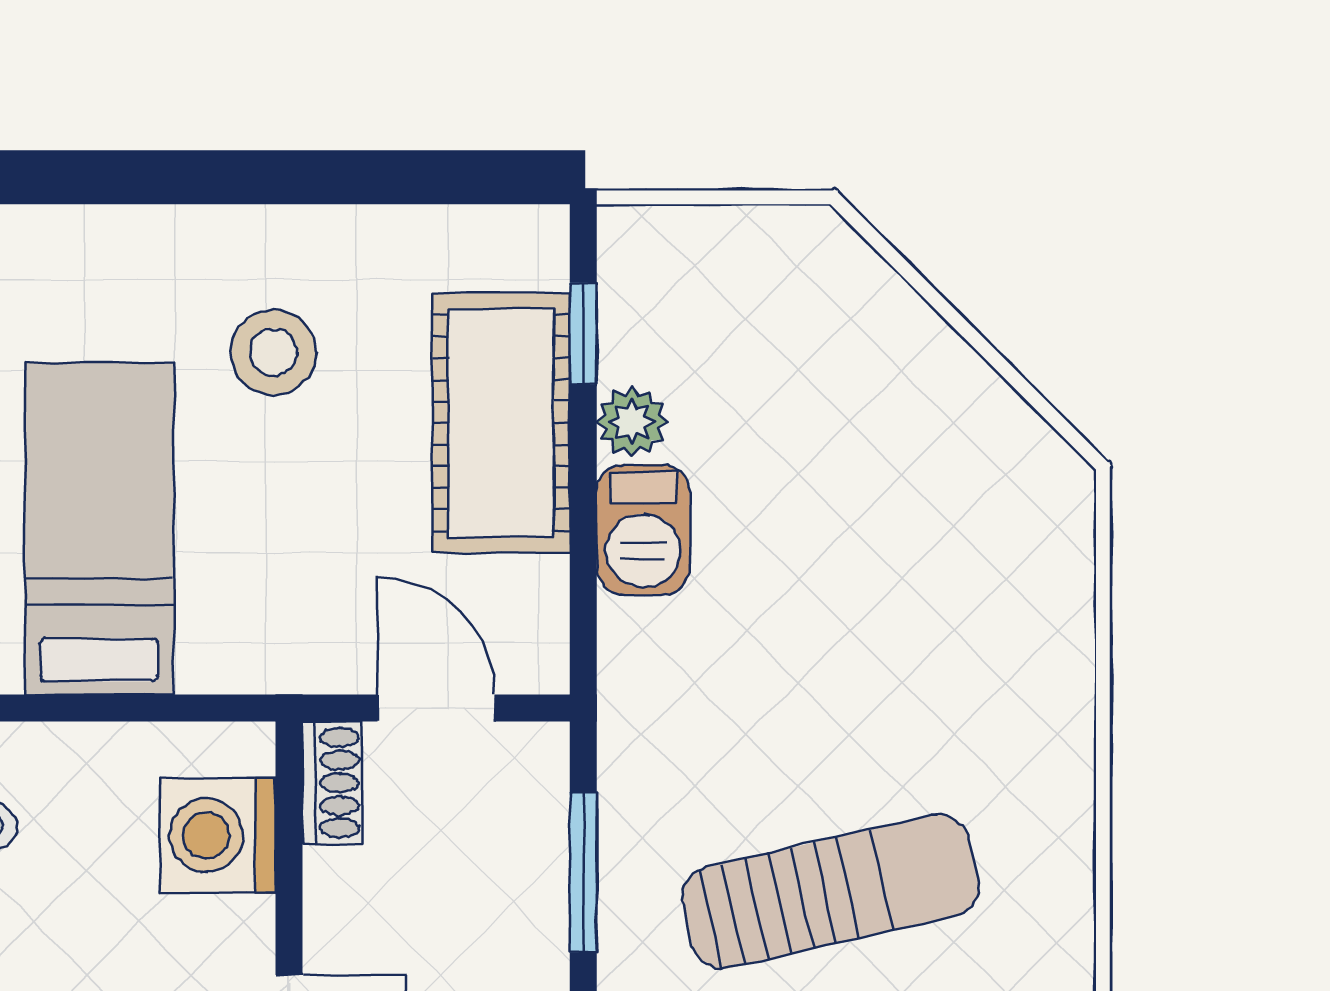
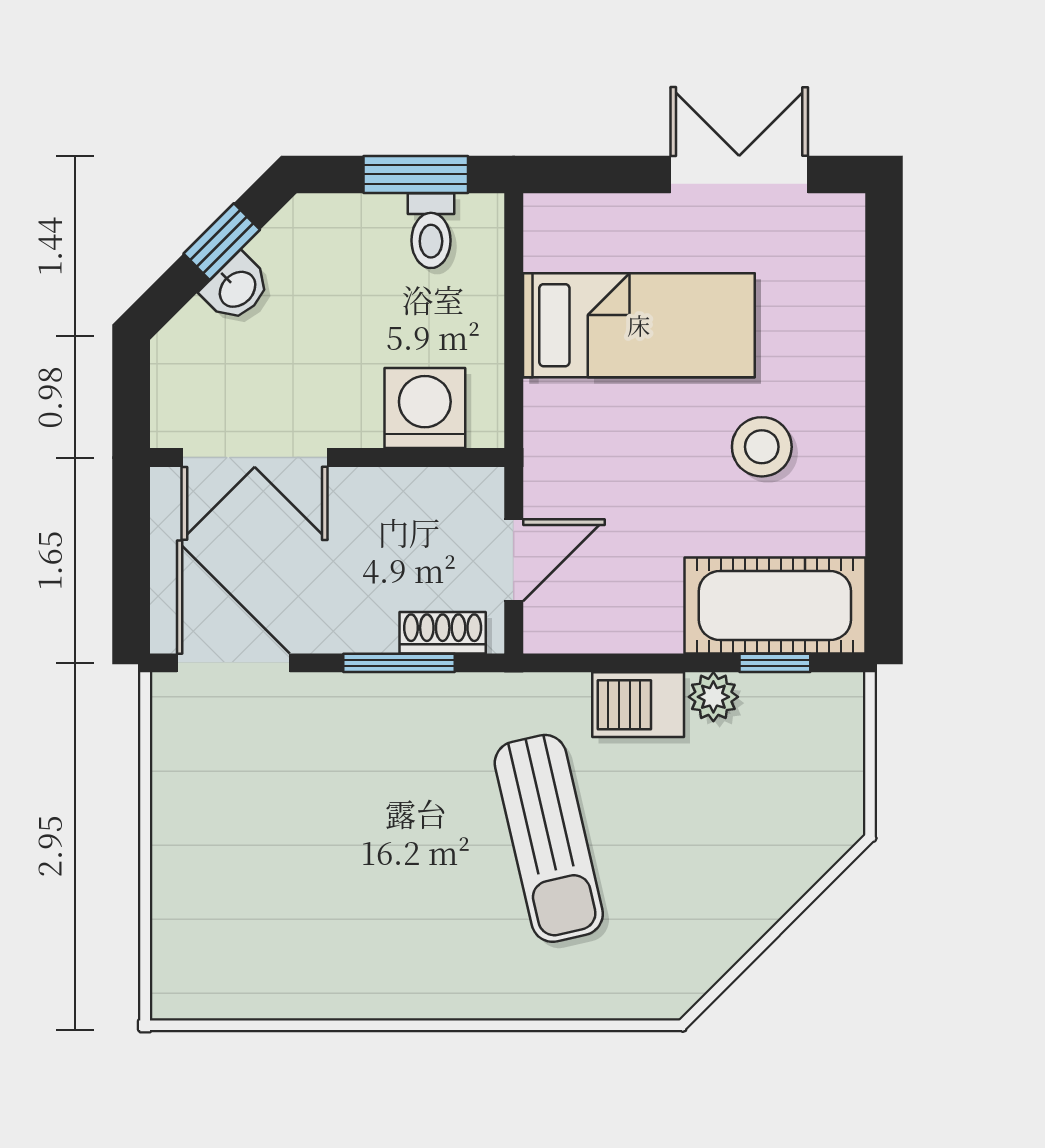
cot: (501, 423) -> (775, 605), moved
shoe rack: (332, 783) -> (443, 633), moved, turned 180
sun lounger: (830, 892) -> (549, 838), moved

